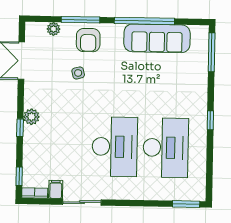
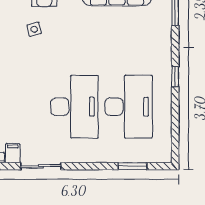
window: (186, 204) -> (132, 166), moved

